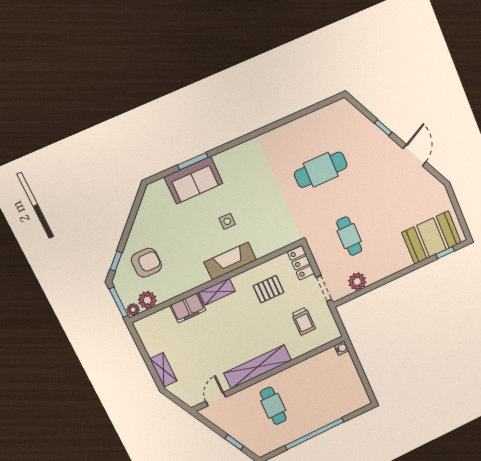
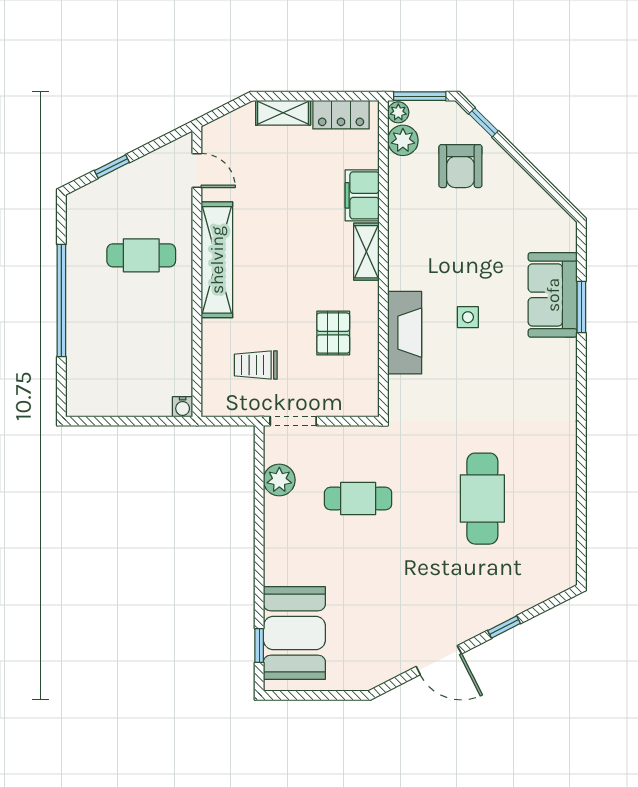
fireplace: (230, 261) -> (405, 333), moved
locker: (301, 263) -> (341, 115), moved, turned 180

